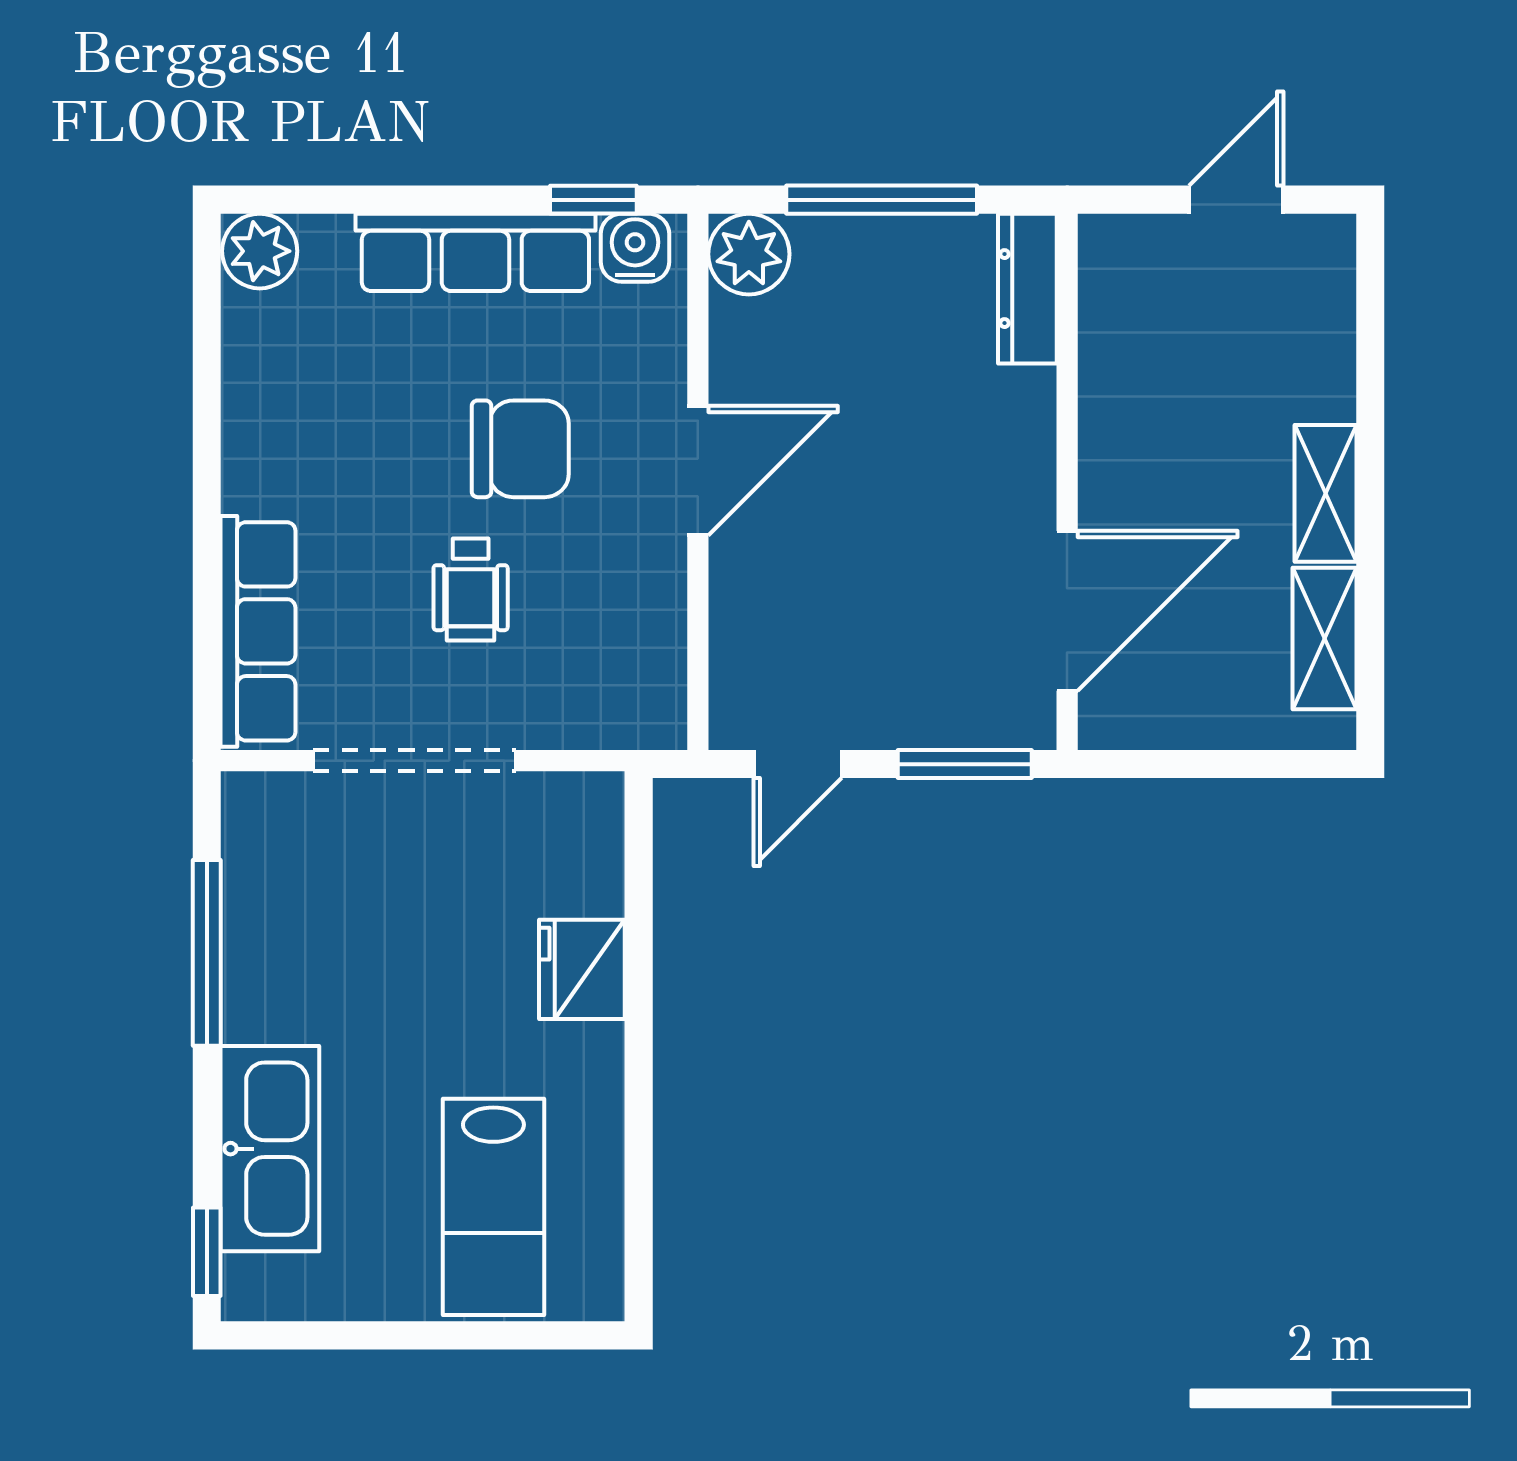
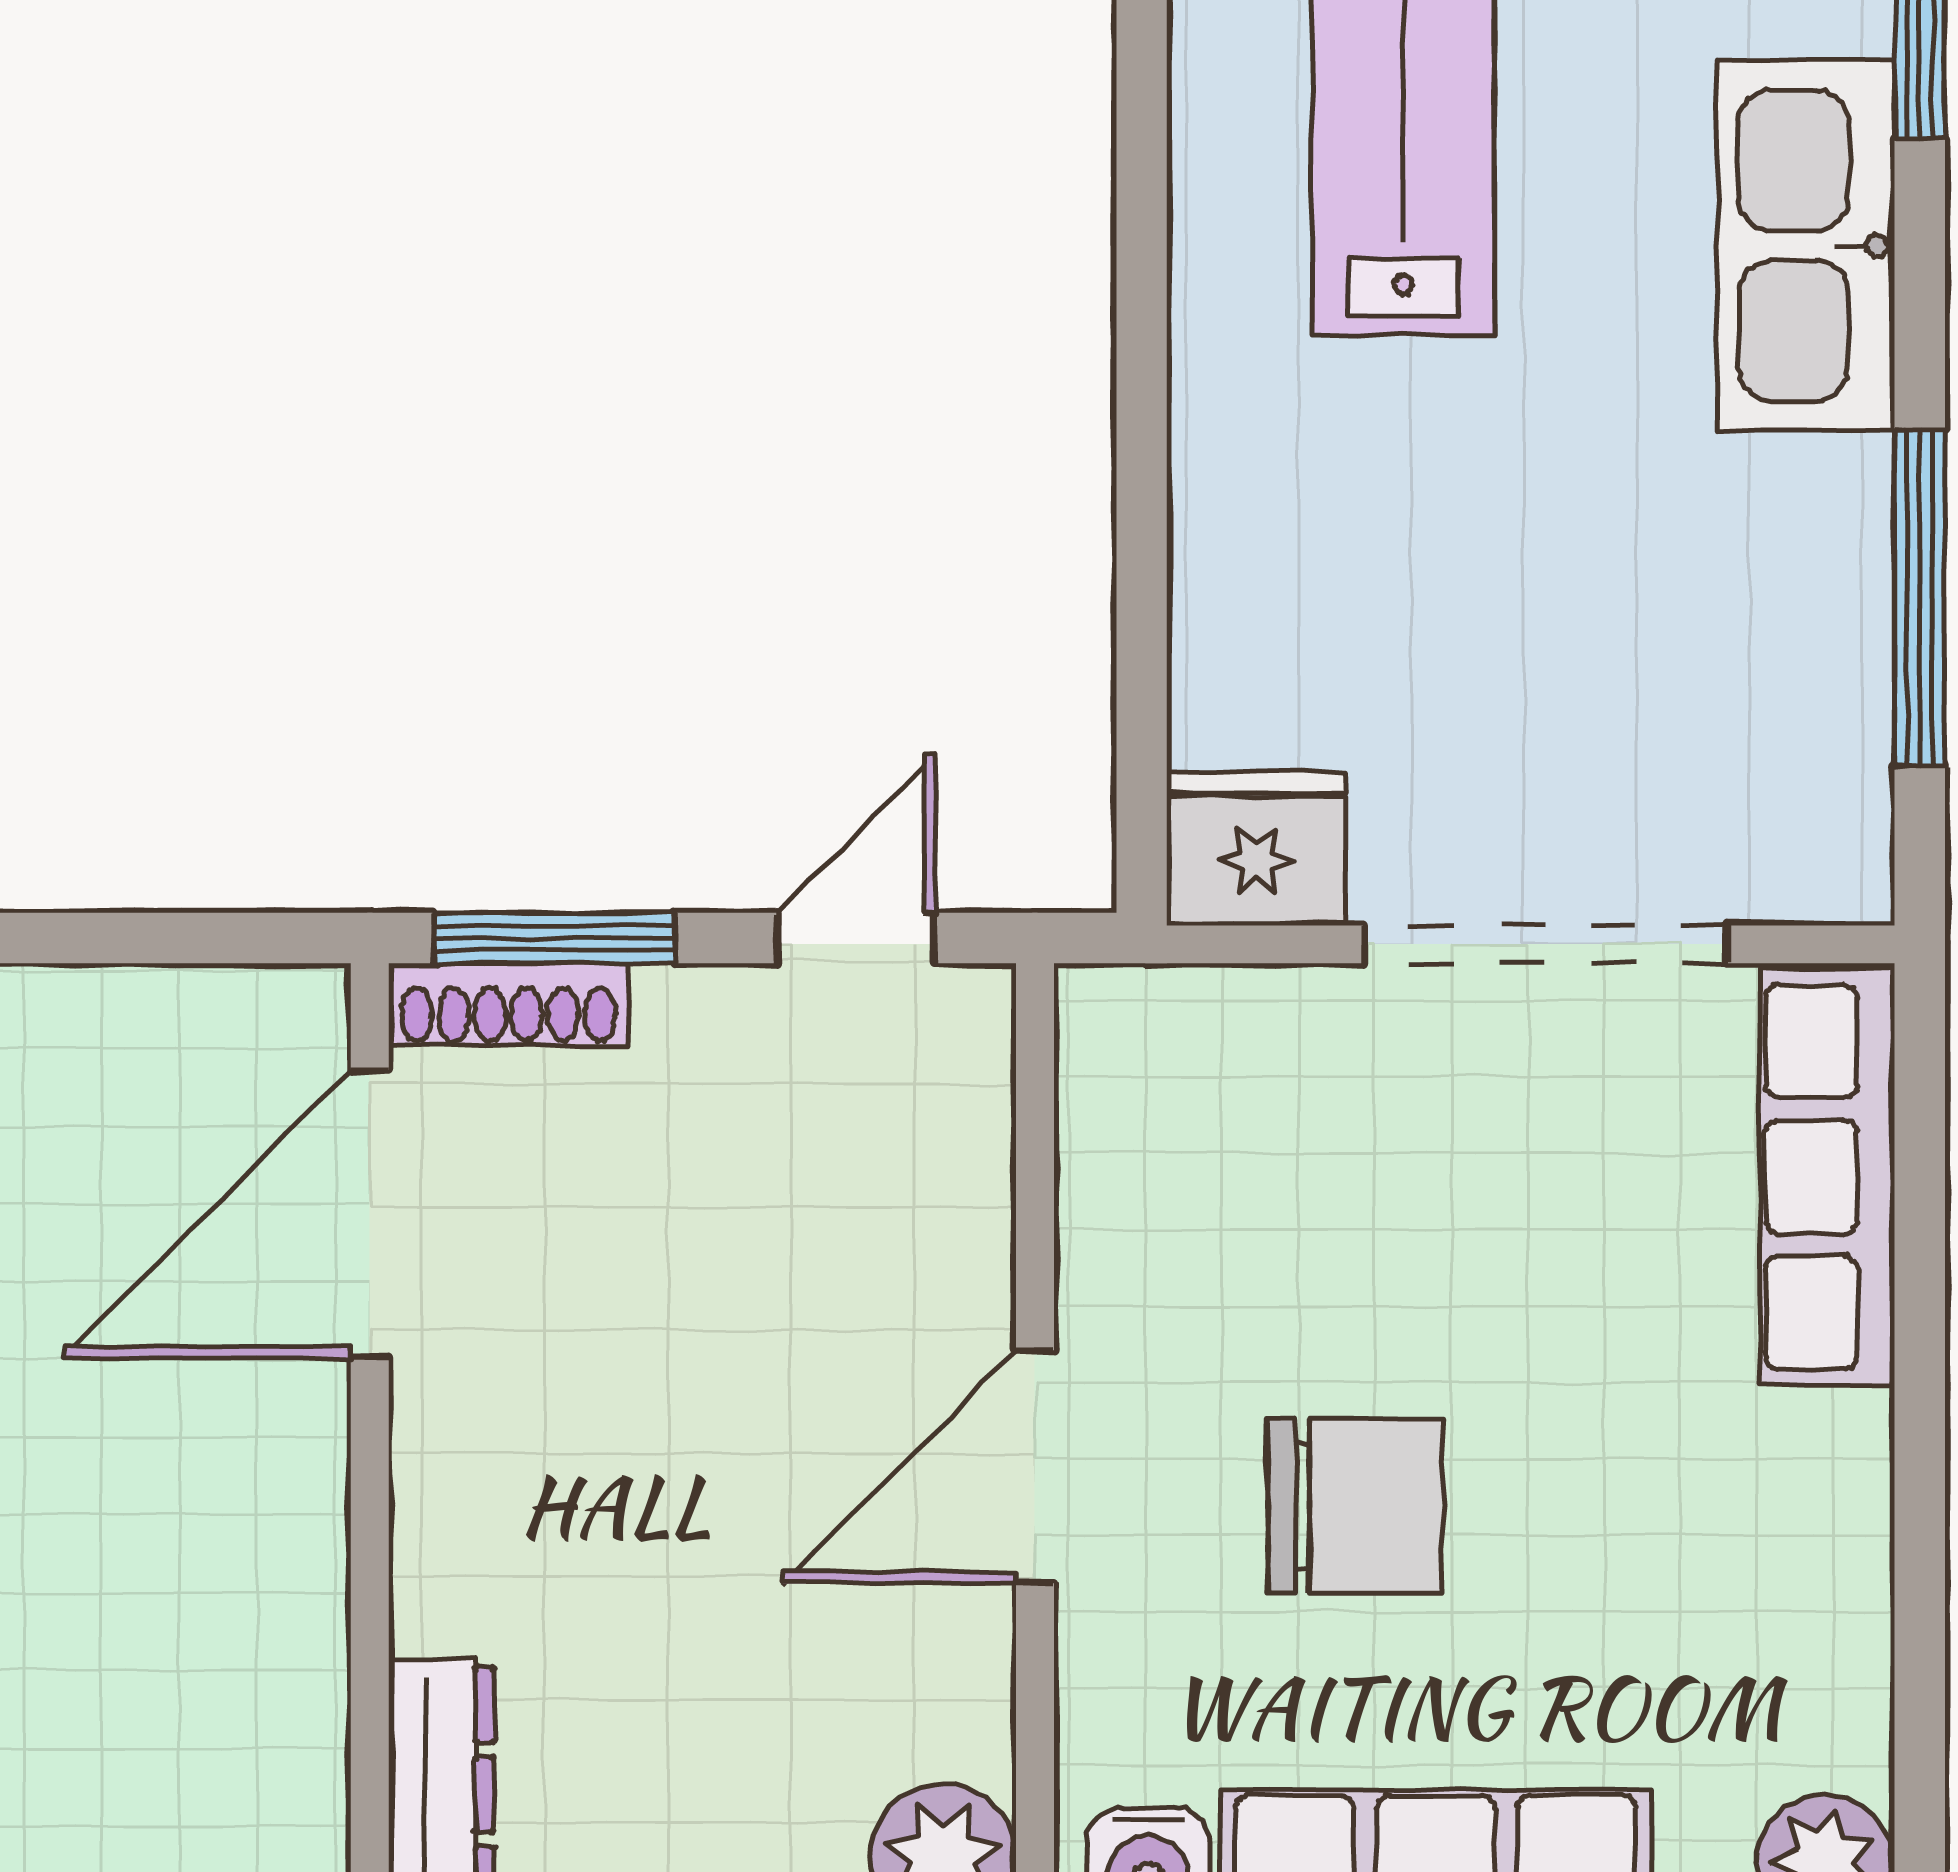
chair: (520, 449) -> (1355, 1506), turned 180
wheelchair: (471, 590) -> (1444, 1252), removed
shoe rack: (990, 728) -> (508, 1004), added
fridge: (582, 969) -> (1256, 848), moved, turned -90

